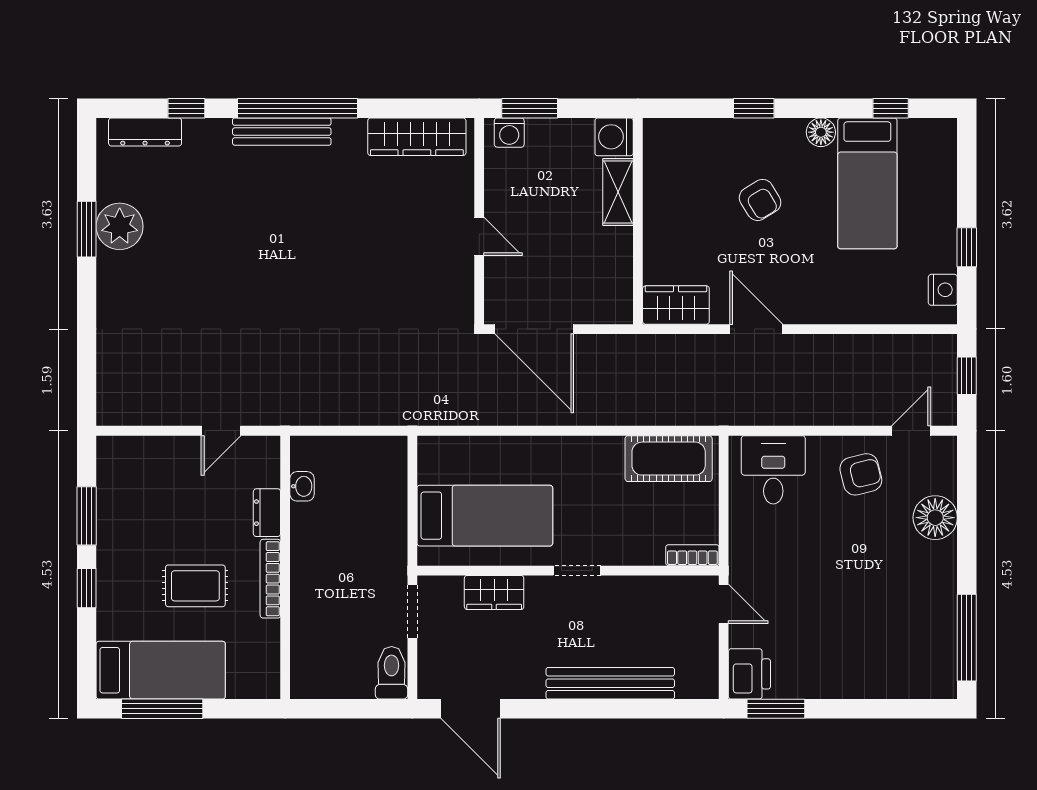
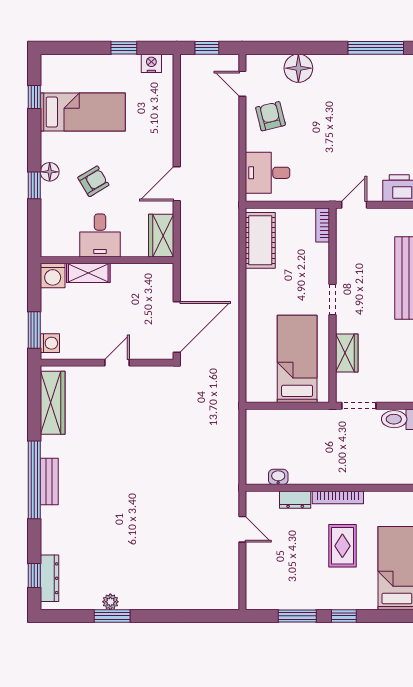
window: (186, 108) -> (34, 575), moved
bench: (282, 132) -> (49, 481), width x0.73
floor lamp: (821, 132) -> (50, 172), moved
desk: (676, 210) -> (100, 235), added
plant: (120, 226) -> (110, 602), width x0.53, depth x0.53

